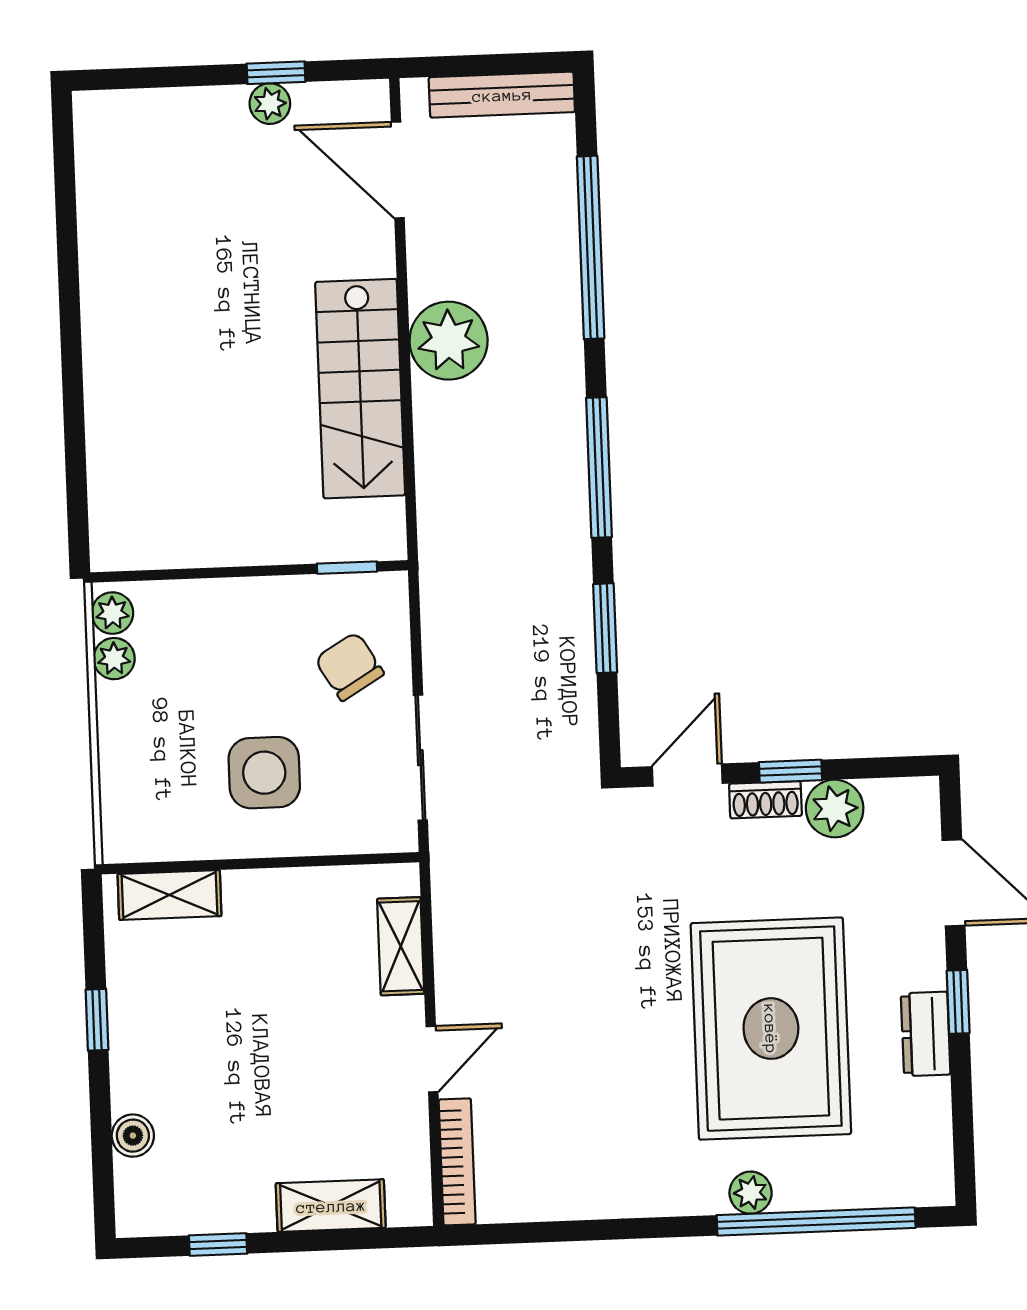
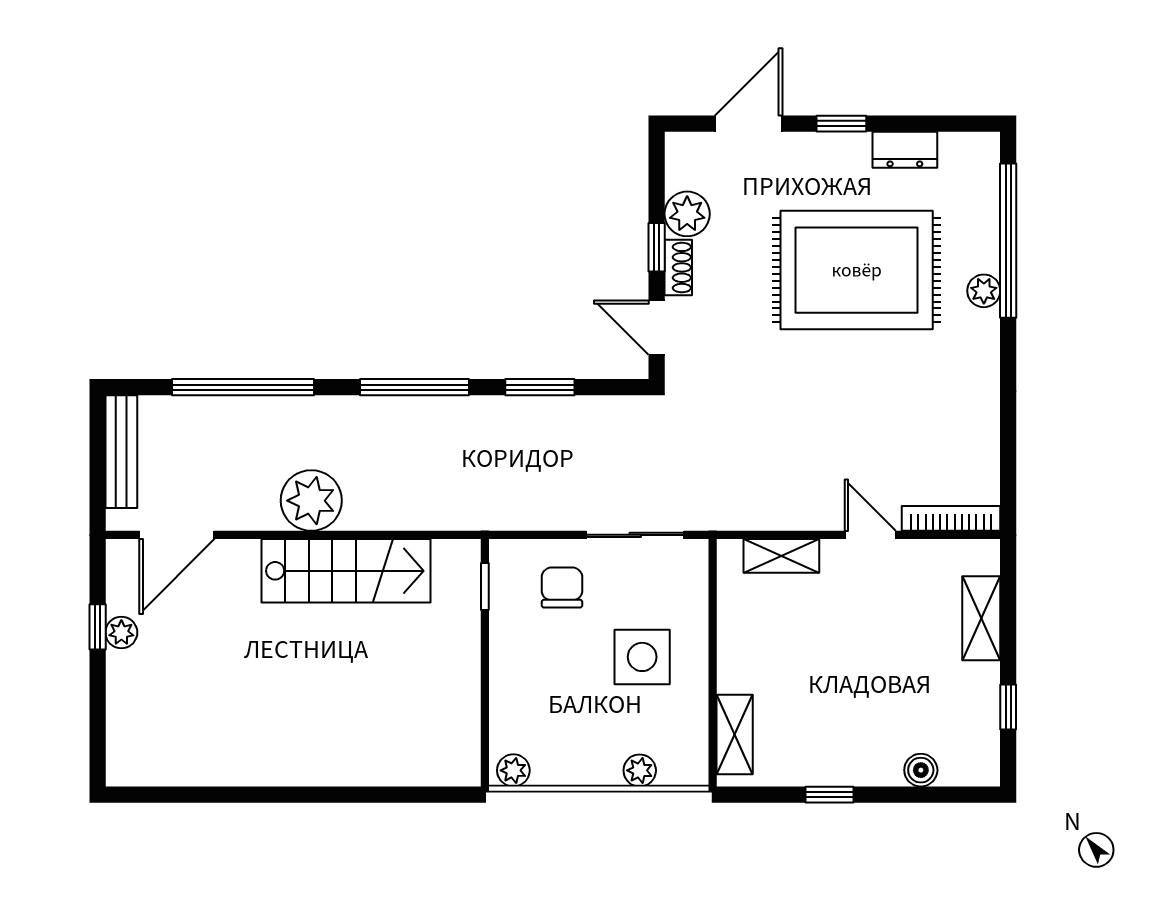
plant: (114, 659) -> (640, 770), moved
chair: (349, 666) -> (562, 588), turned 121
dresser: (926, 1034) -> (905, 150), moved

